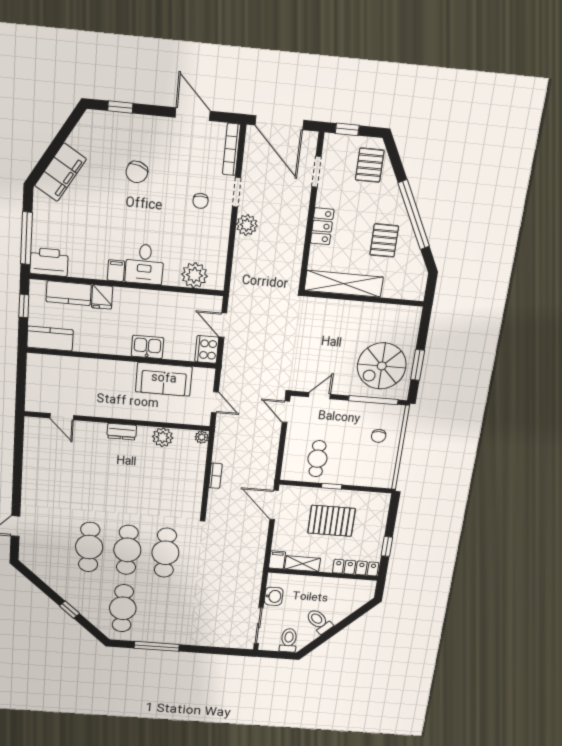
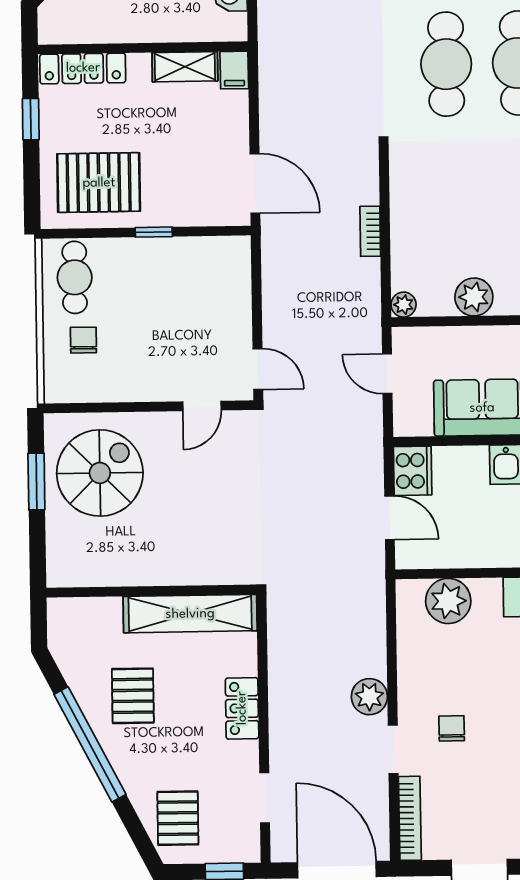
window: (373, 400) -> (104, 407), removed
cafe table: (317, 459) -> (75, 277), moved
pallet: (332, 521) -> (99, 183), moved

